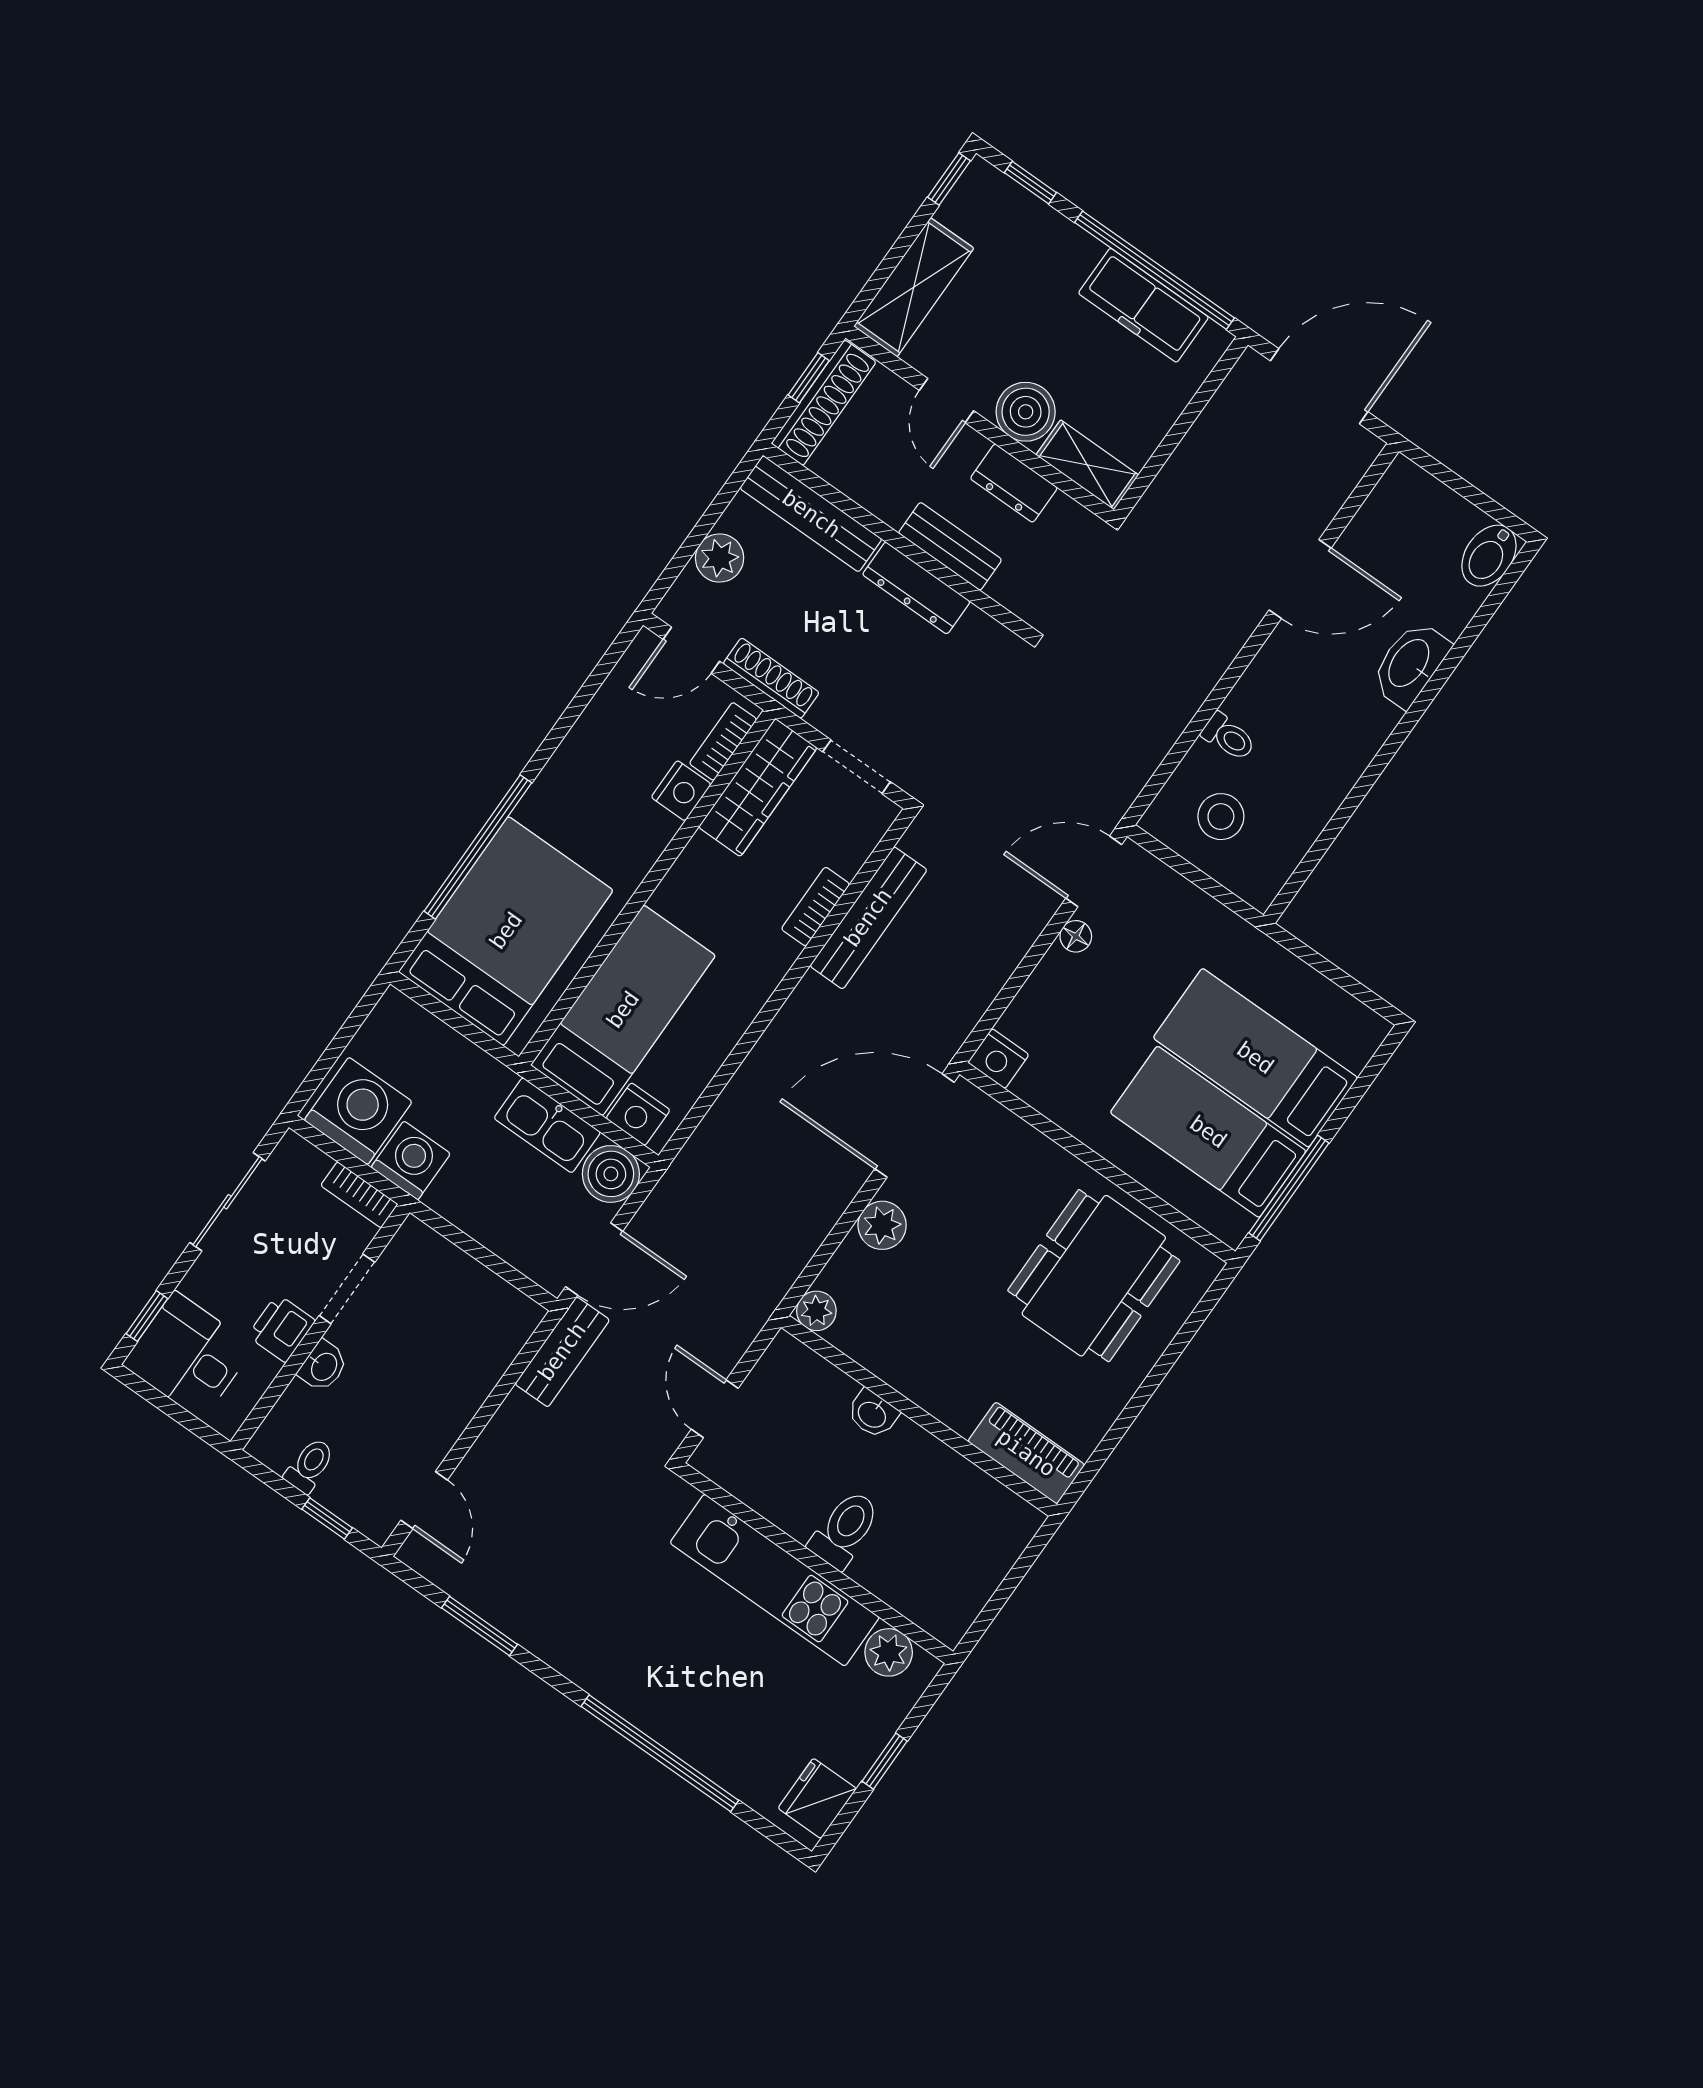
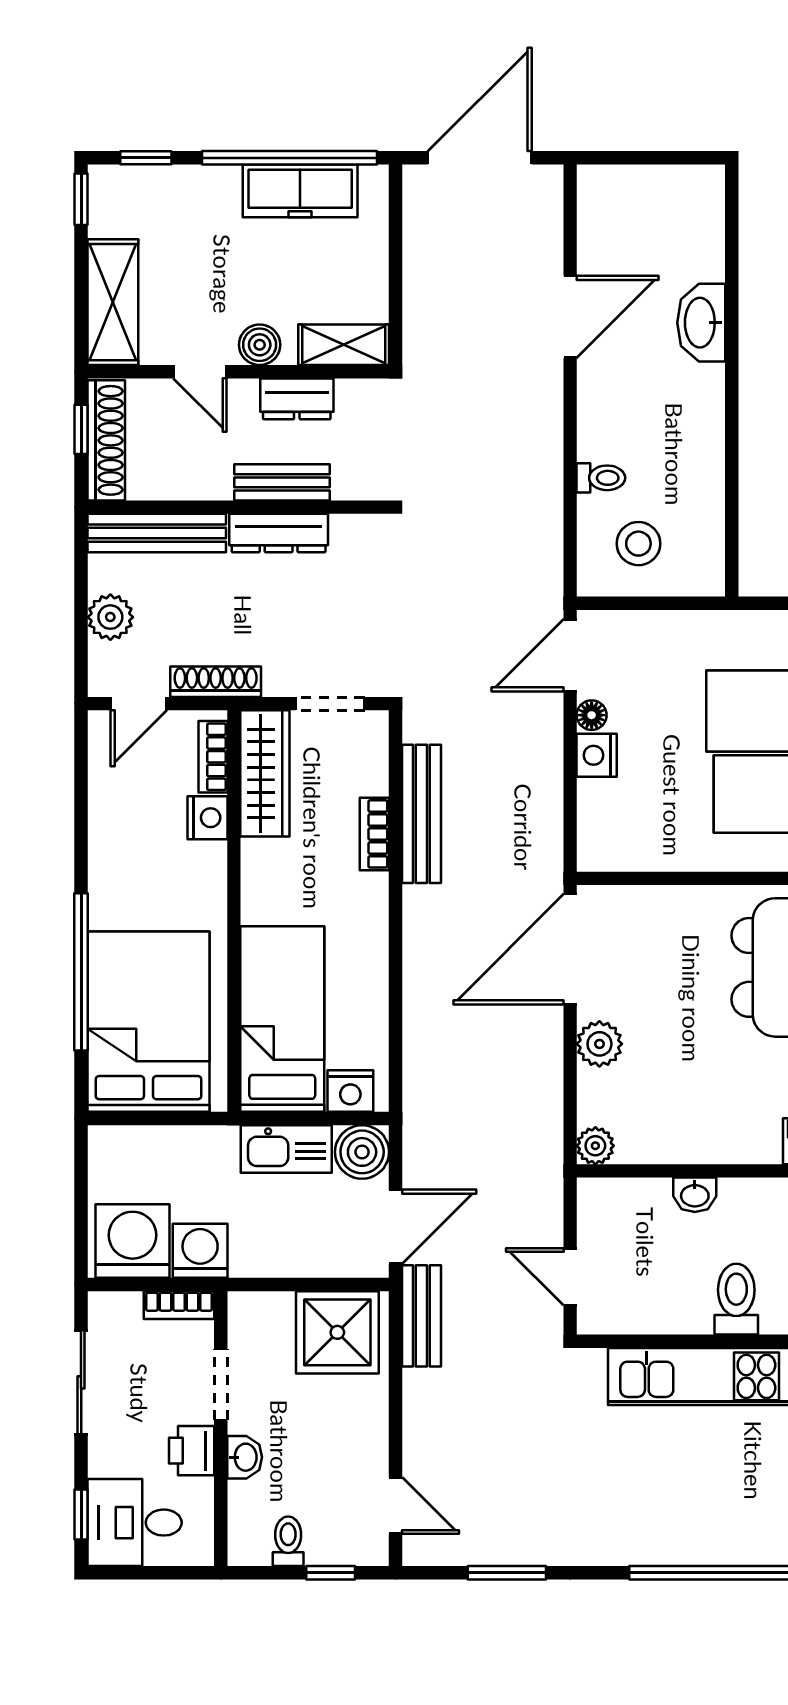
boiler: (1026, 412) -> (260, 345), width x0.73, depth x0.73
bidet: (1489, 556) -> (703, 196), removed
nightstand: (998, 1059) -> (597, 755), moved, turned 90
shower: (480, 1315) -> (337, 1332), added

